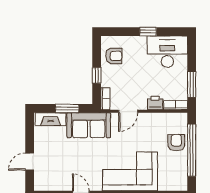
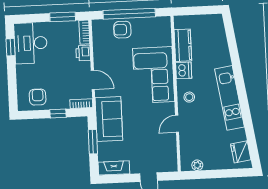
window: (148, 32) -> (11, 47), moved
fireplace: (51, 119) -> (114, 168), moved, turned -90

